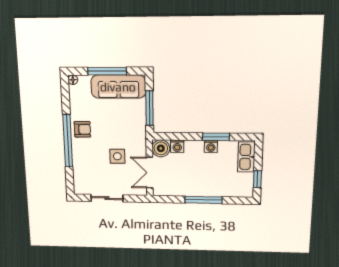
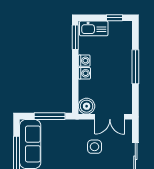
window: (216, 137) -> (75, 37), moved
washing machine: (177, 146) -> (84, 73), moved

